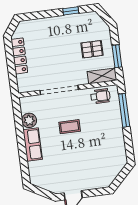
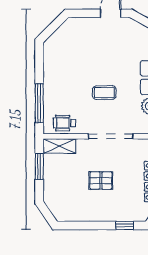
window: (71, 11) -> (125, 225), moved
pallet: (92, 49) -> (101, 181), moved

